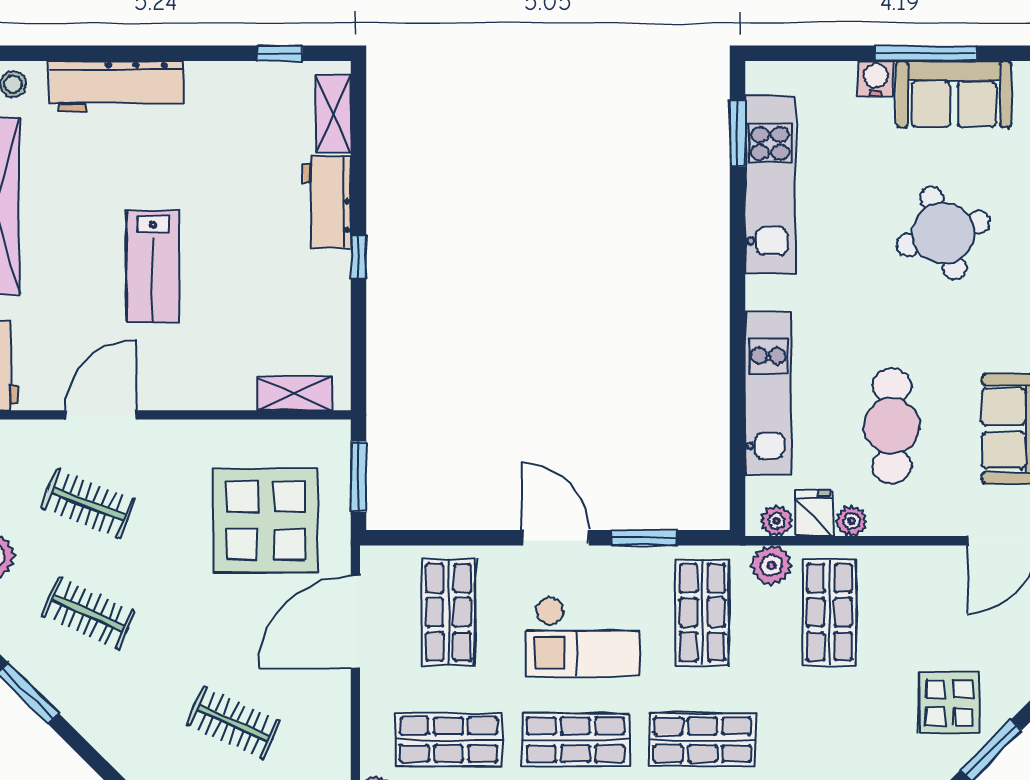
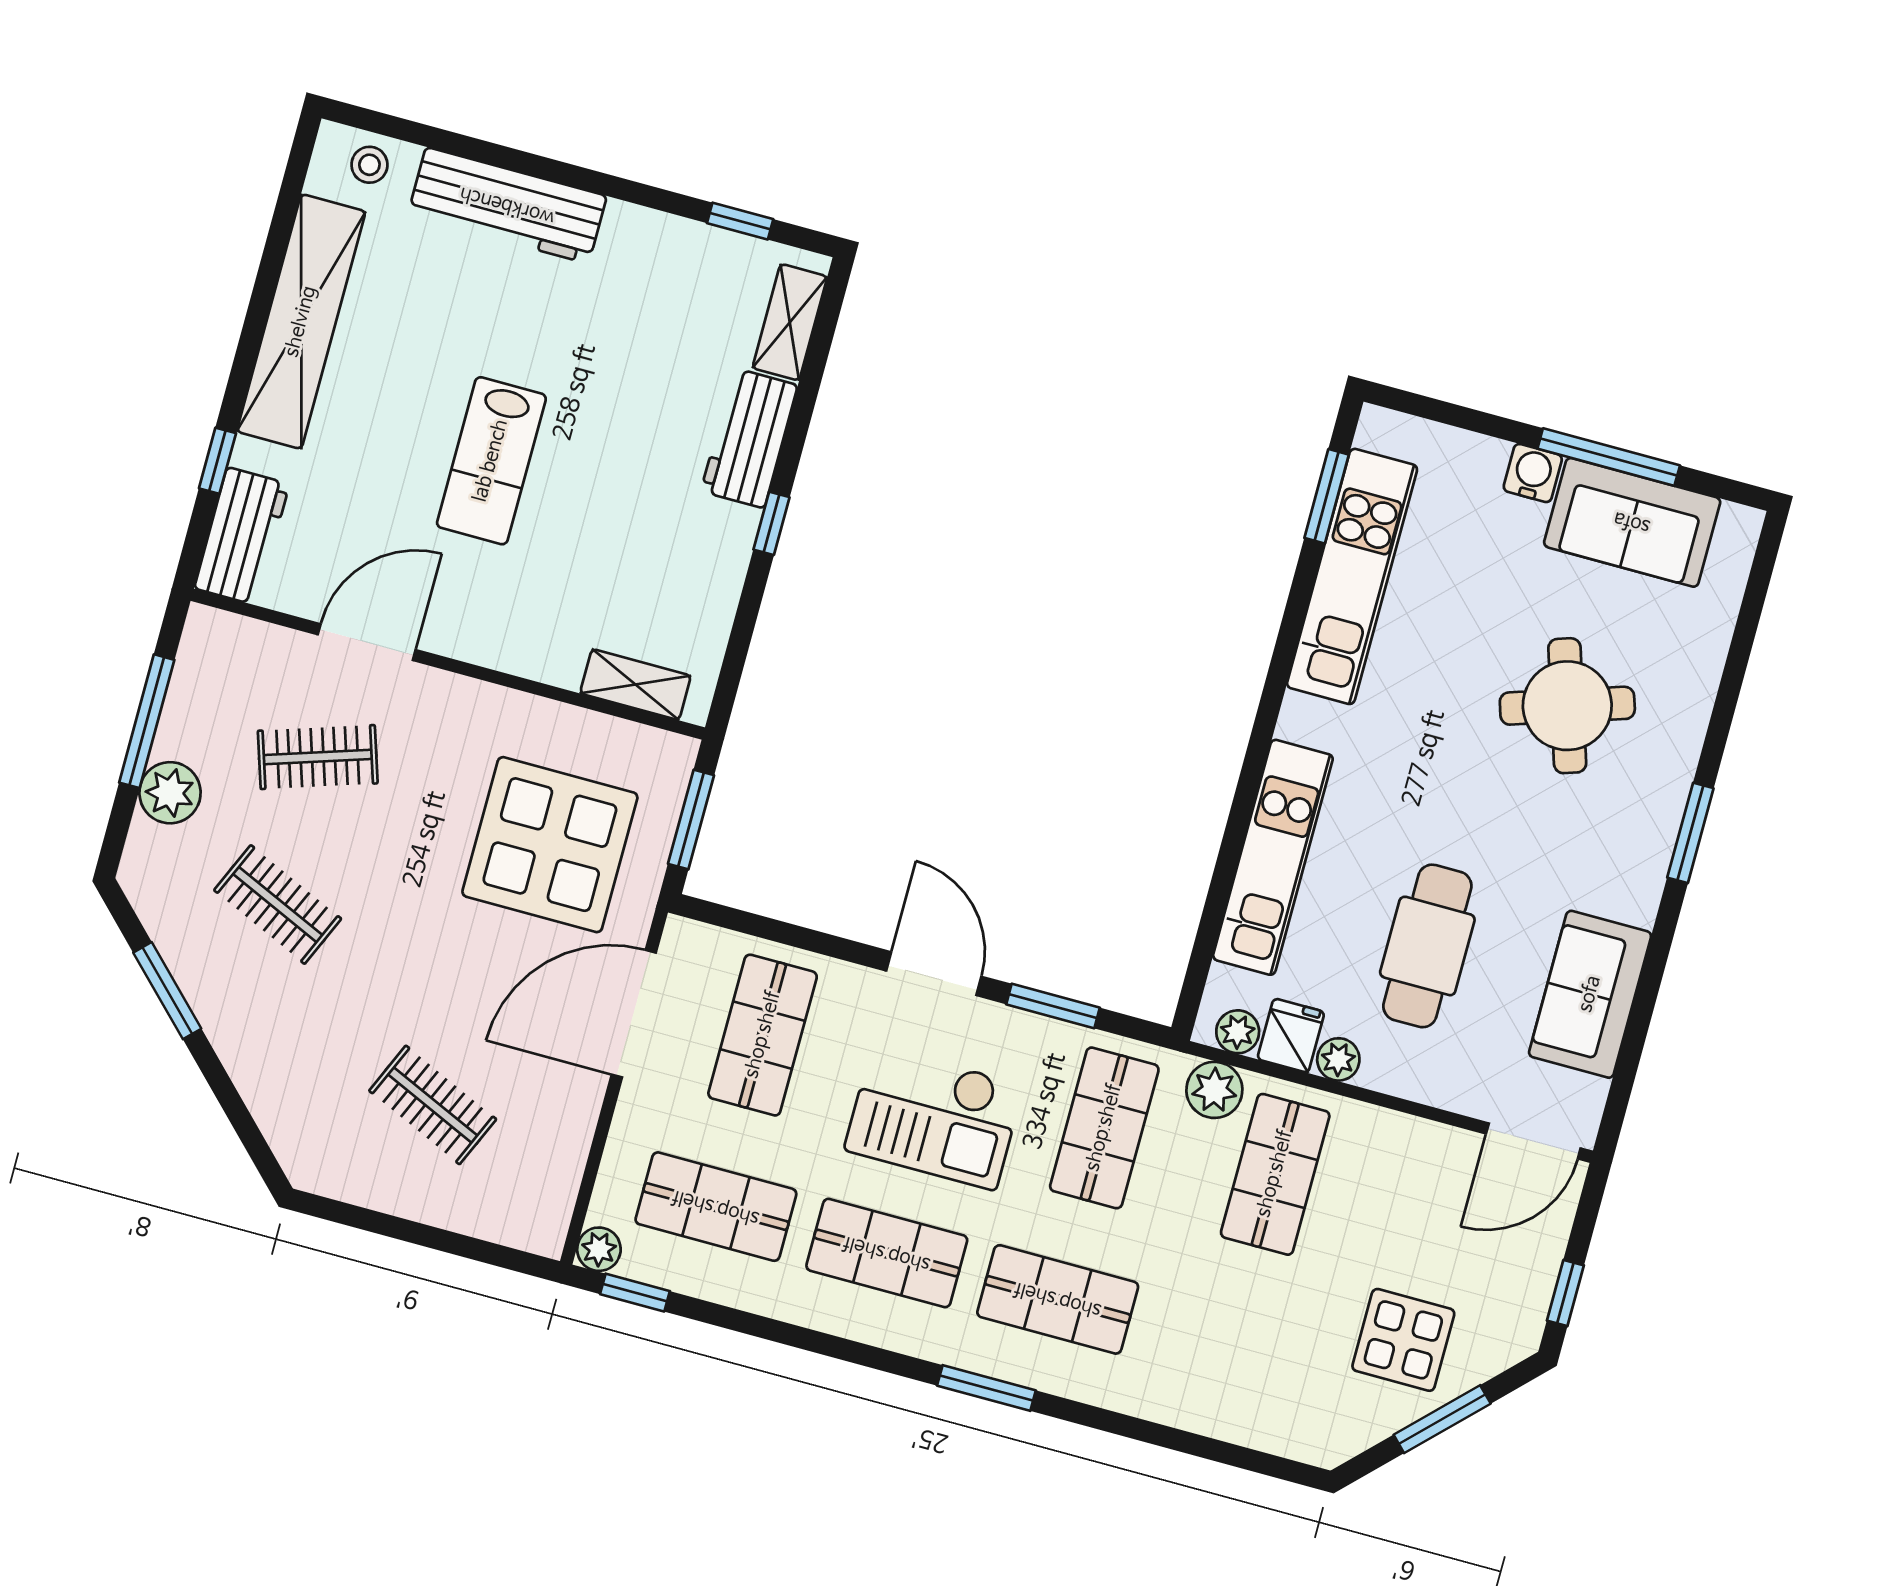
clothes rail: (88, 504) -> (318, 757), turned -39

